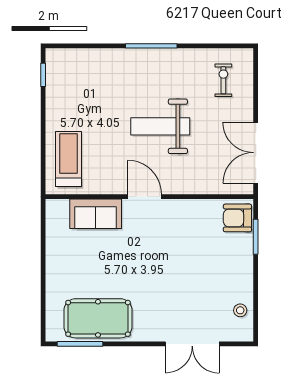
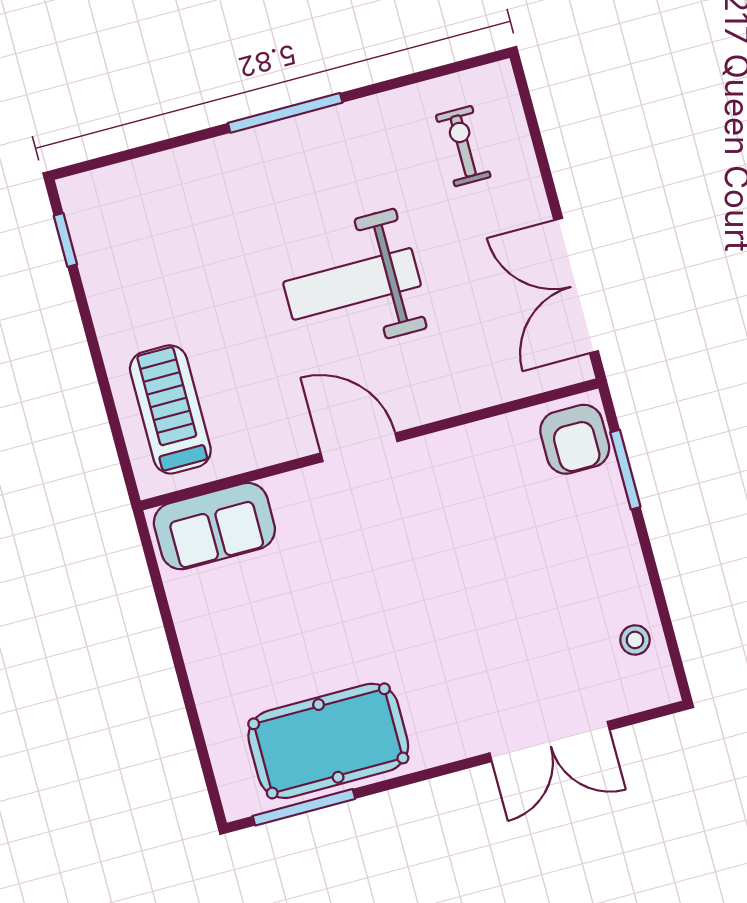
sofa: (96, 214) -> (214, 526), moved
armchair: (237, 218) -> (575, 439), turned -90

